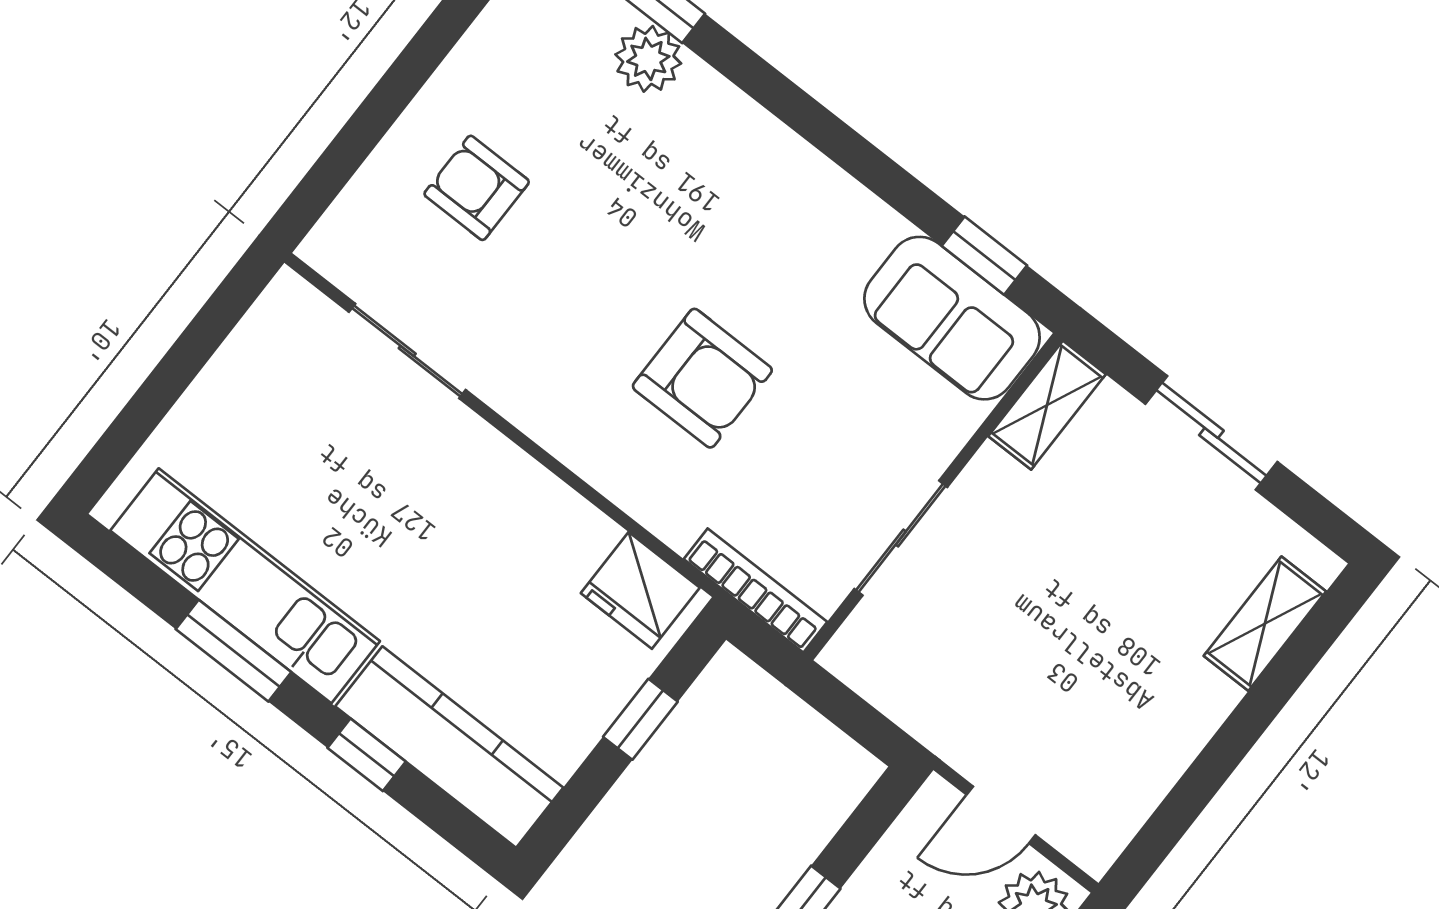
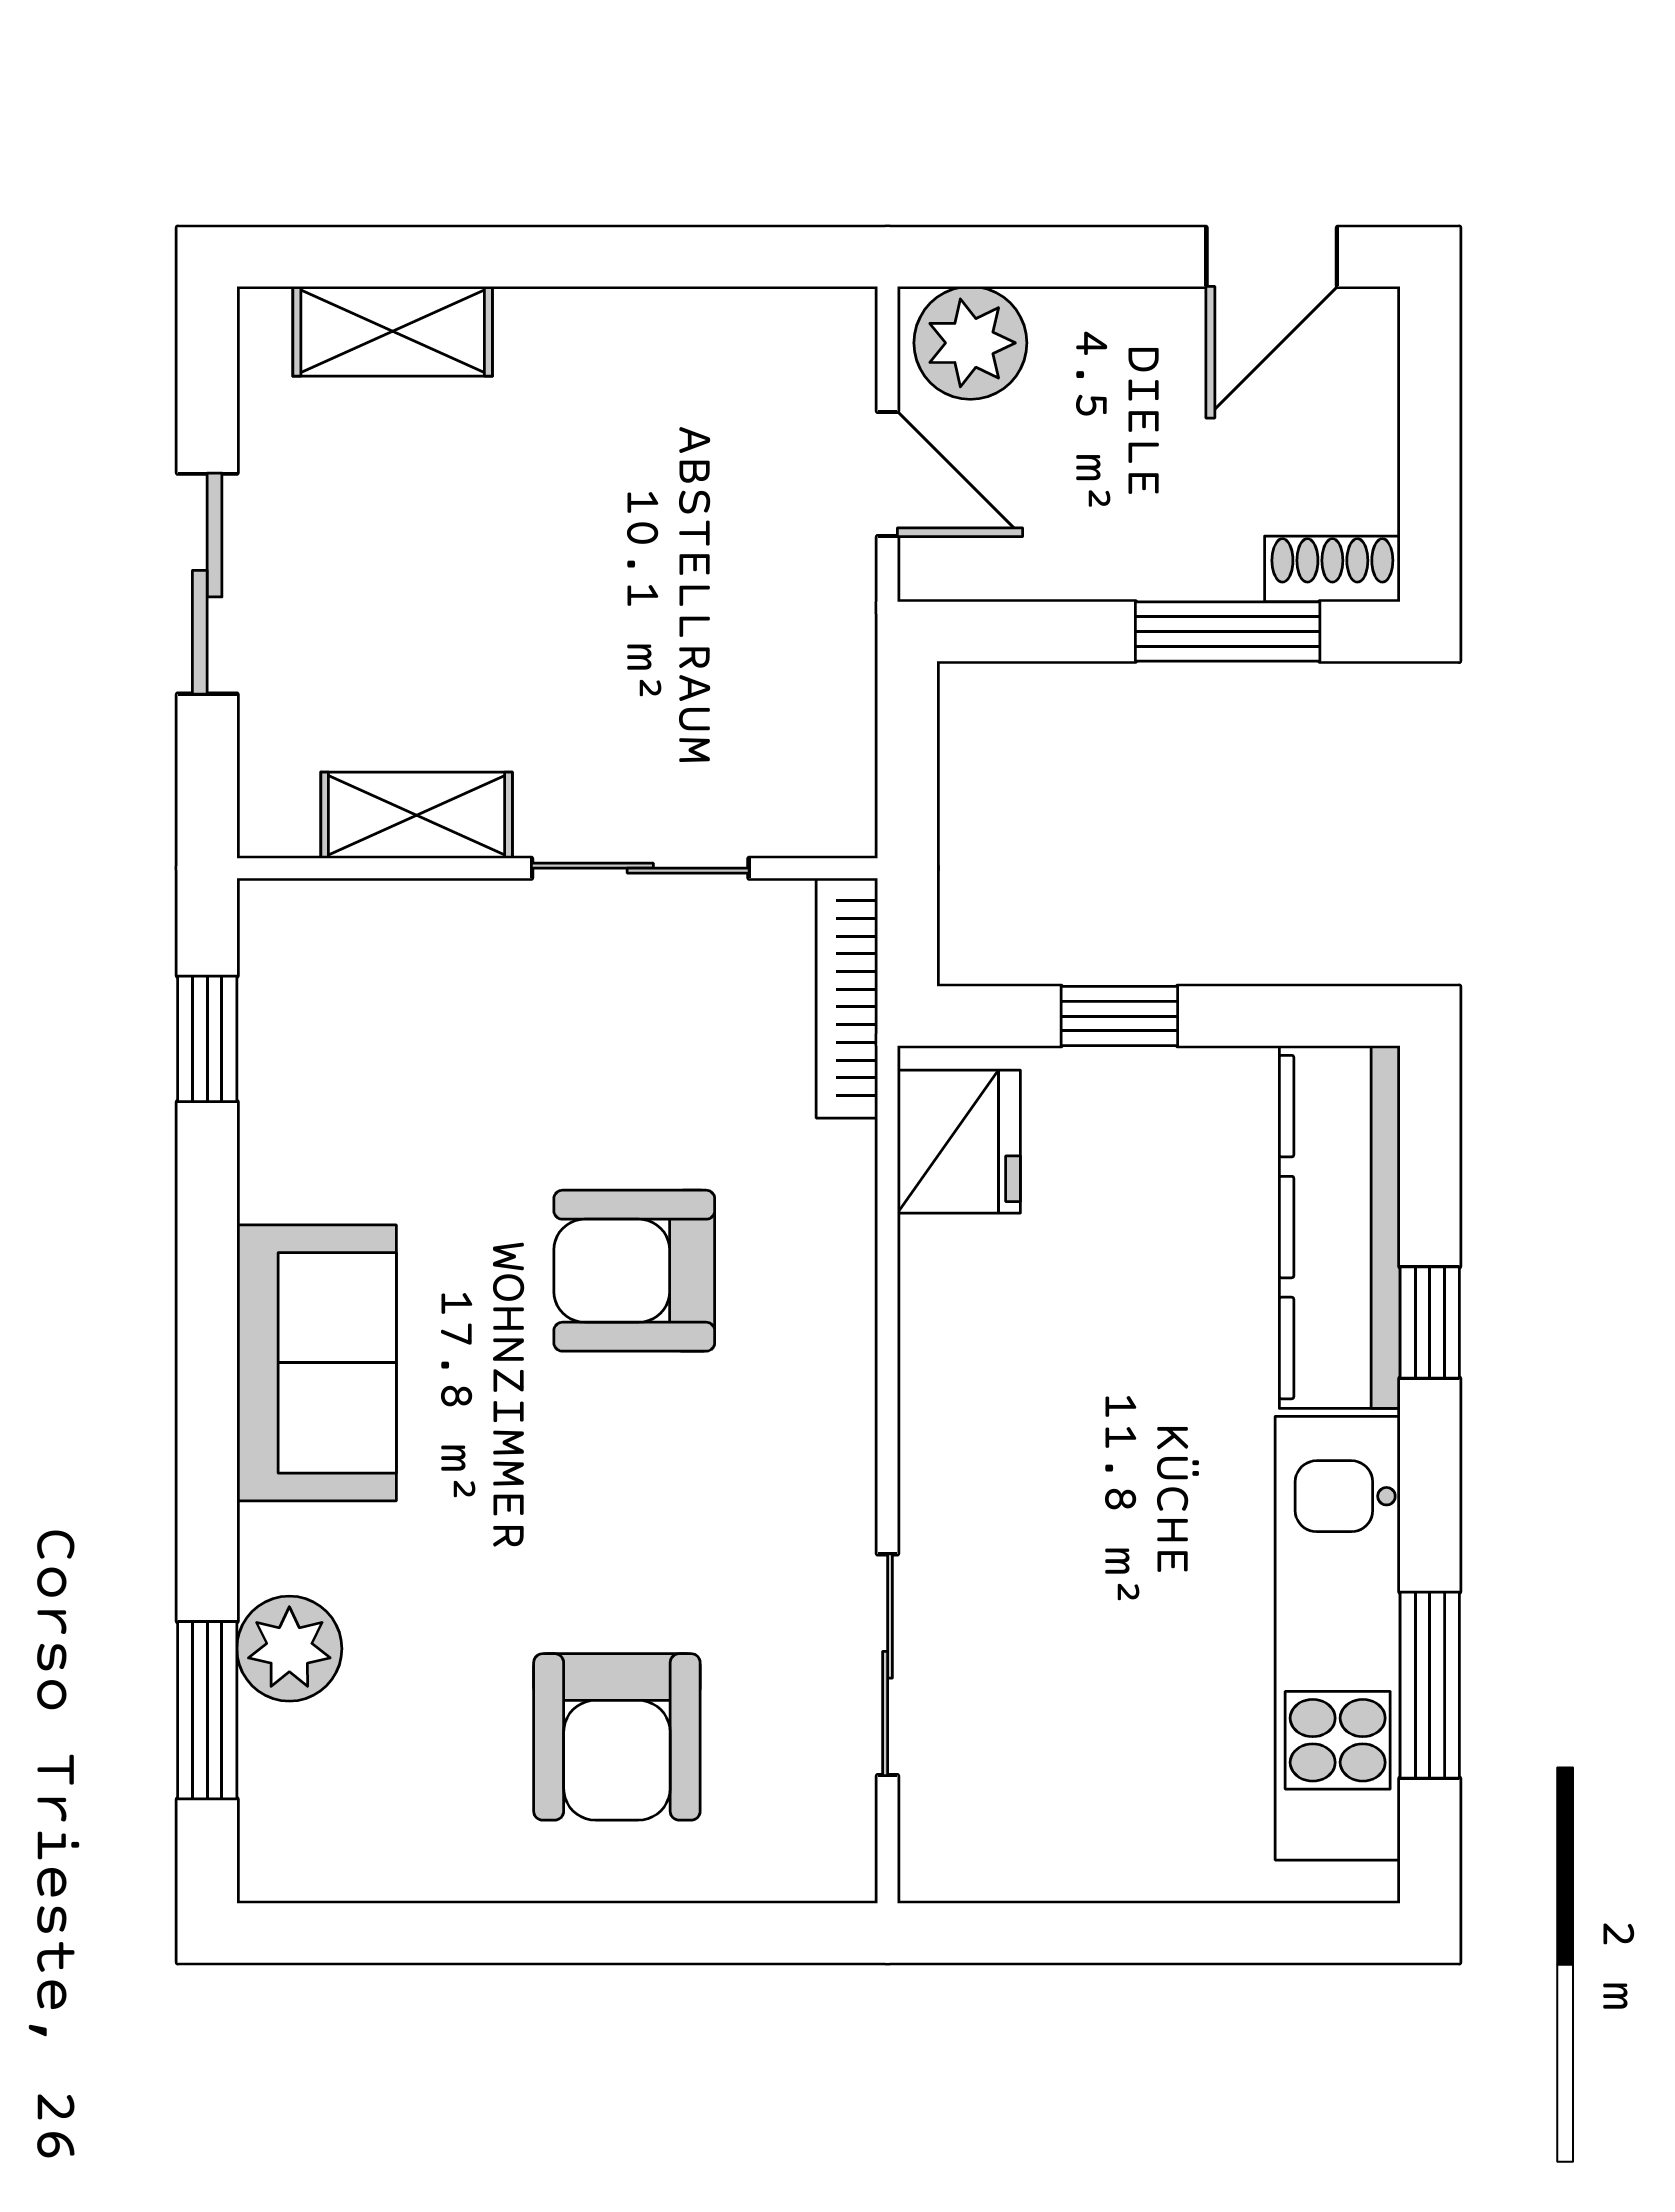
armchair: (477, 188) -> (617, 1737), width x1.38, depth x1.38
sofa: (952, 318) -> (317, 1363), moved
armchair: (702, 378) -> (634, 1271), turned -90
shelving: (1047, 405) -> (417, 815), moved
window: (233, 651) -> (1430, 1685), moved

